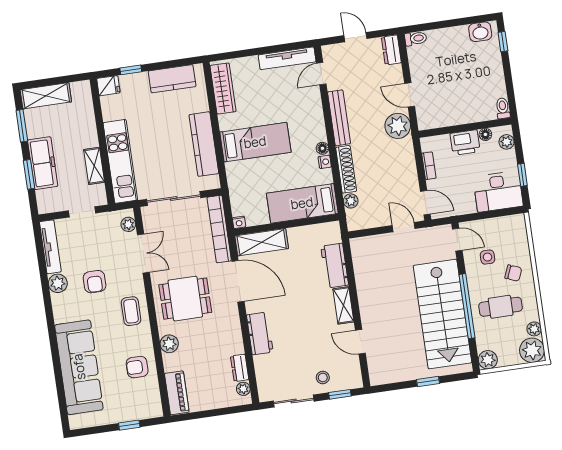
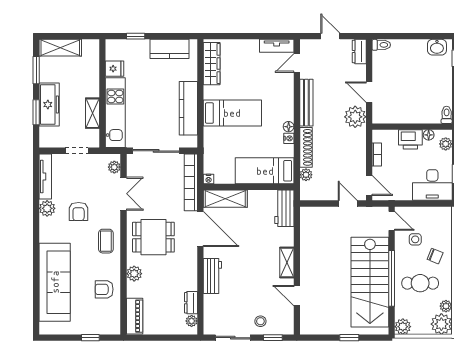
tv unit: (287, 58) -> (277, 46), width x0.71
fridge: (108, 86) -> (115, 69), moved
workbench: (335, 266) -> (284, 208), moved

